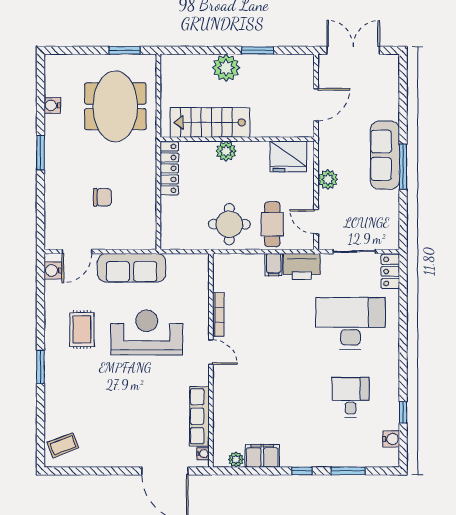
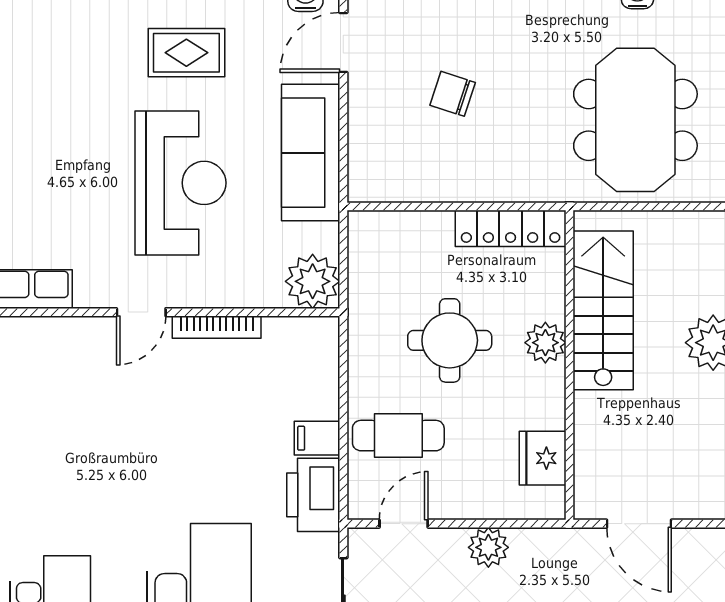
meeting table: (115, 106) -> (635, 120), turned 90
fridge: (288, 156) -> (543, 458), width x0.73, depth x0.75
chair: (102, 197) -> (453, 94), turned 108
round table: (229, 224) -> (450, 340), moved
door: (77, 252) -> (343, 43), hinge flipped
plant: (196, 267) -> (313, 281), added

